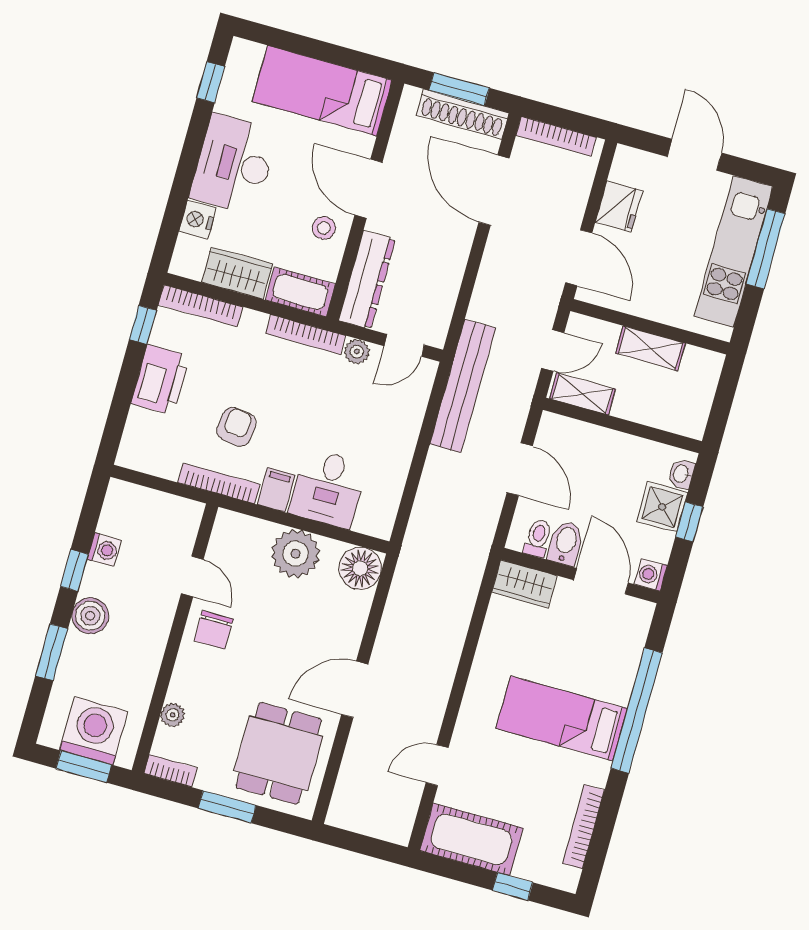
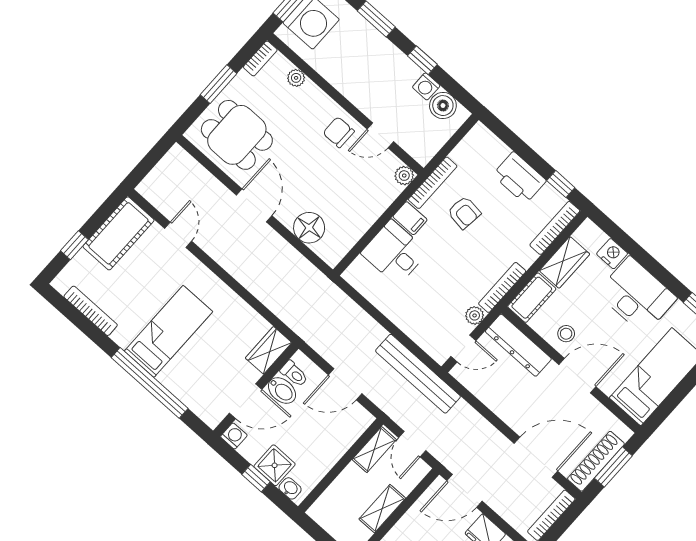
door: (404, 345) -> (463, 349), swing flipped
plant: (295, 554) -> (404, 176), moved, width x0.53, depth x0.53
floor lamp: (360, 568) -> (309, 228), moved
boiler: (90, 616) -> (443, 106), moved

